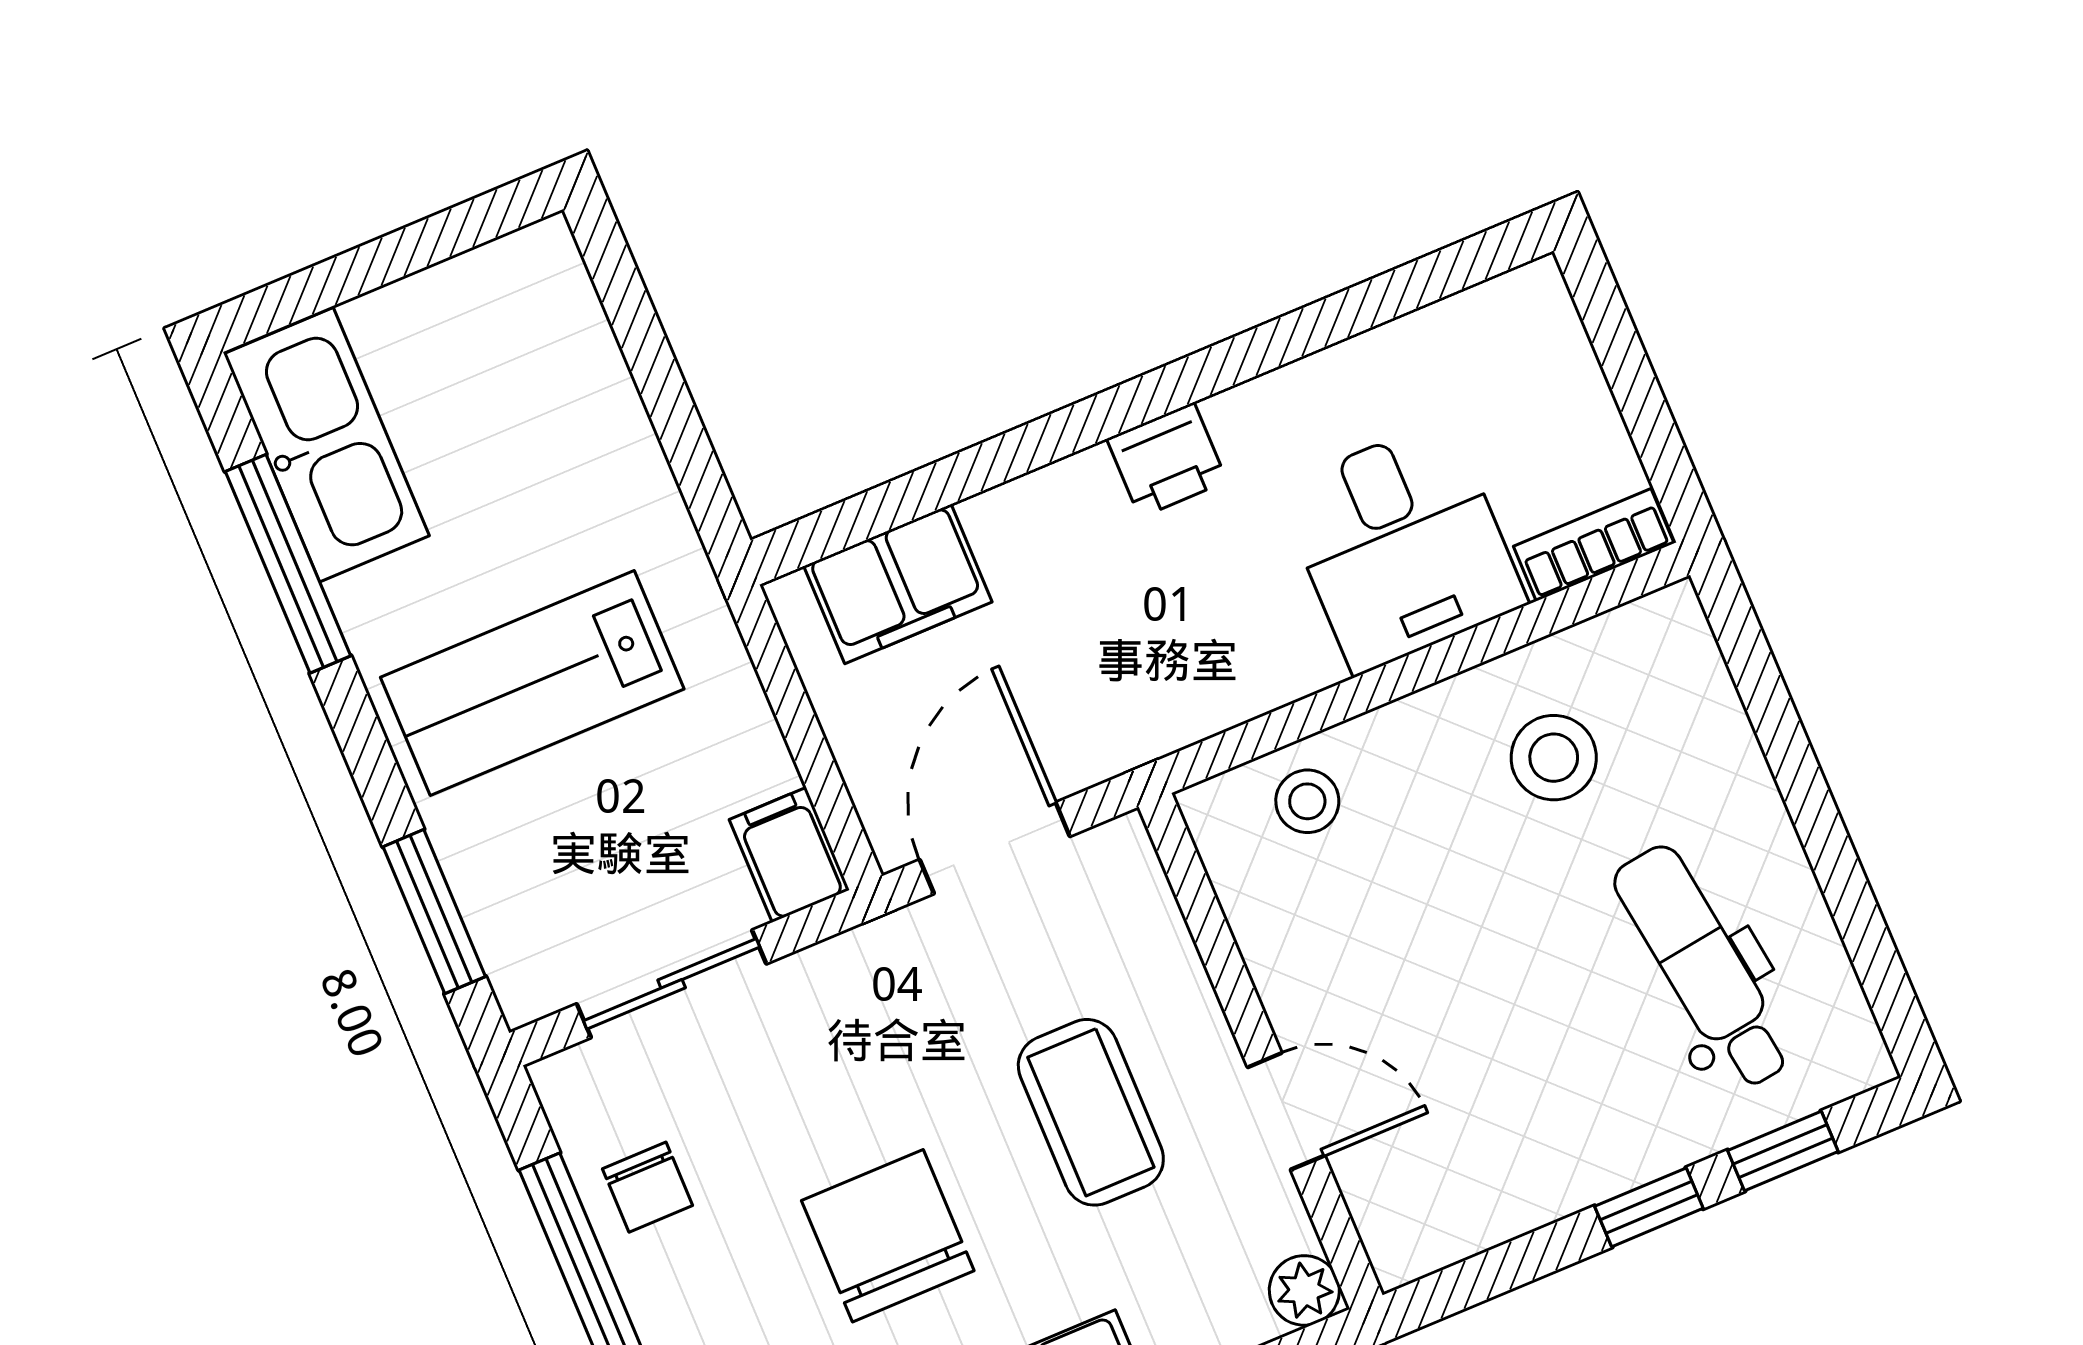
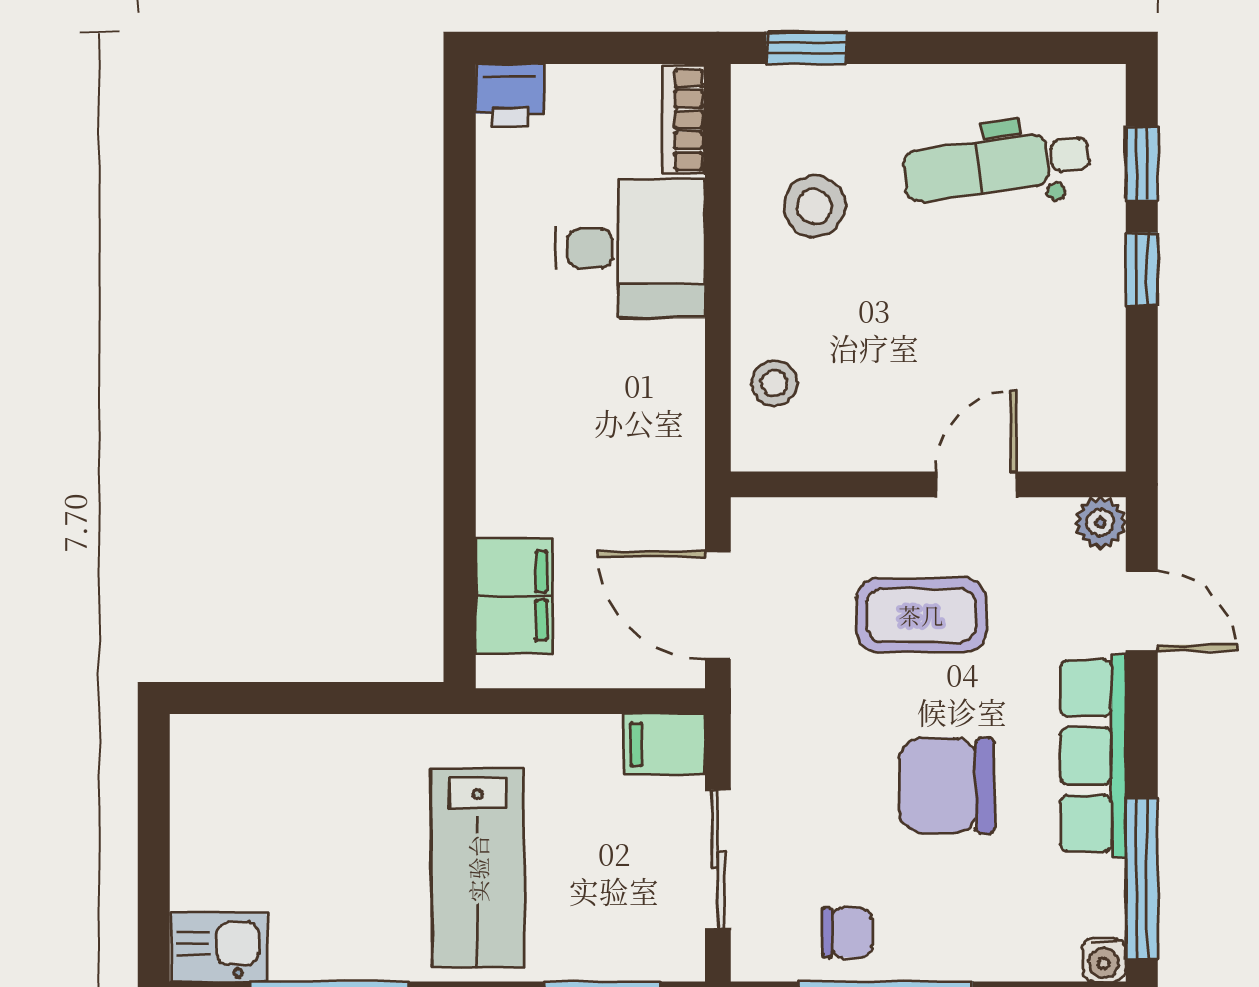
kitchen sink: (326, 445) -> (219, 947), width x0.53, depth x0.81
printer: (1167, 460) -> (510, 95), moved, turned 90
window: (1751, 663) -> (807, 48), added

